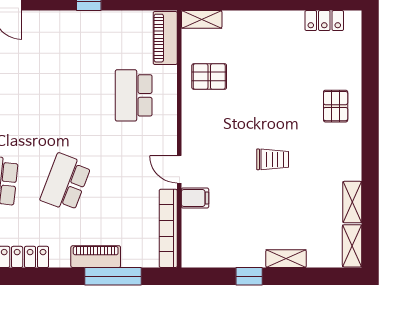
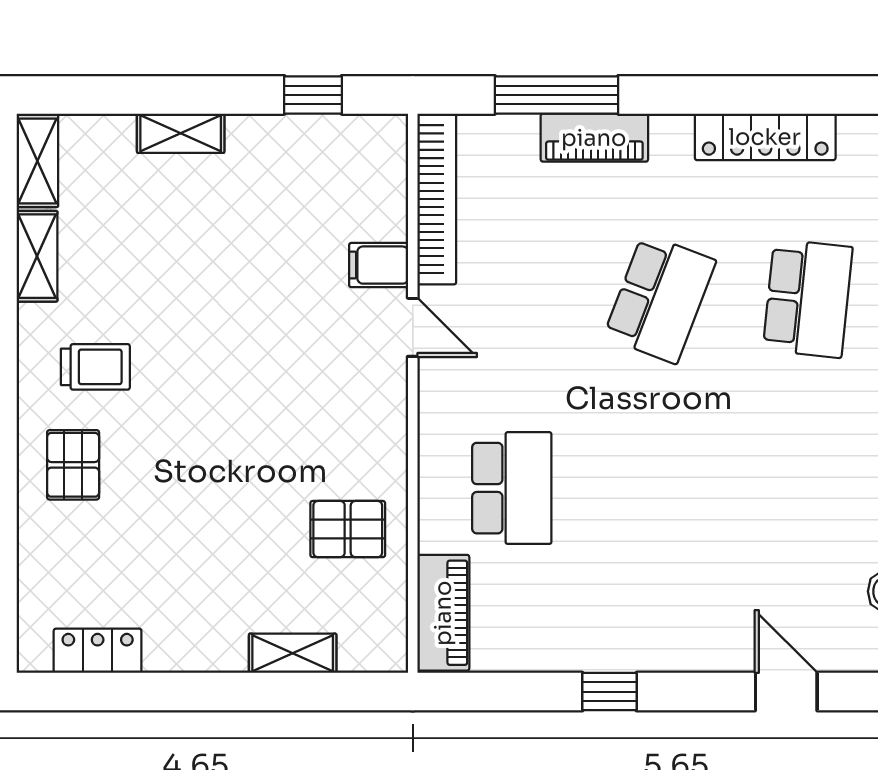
shelving: (202, 19) -> (293, 653), moved
trolley: (273, 159) -> (95, 367), moved, turned 180
window: (249, 276) -> (313, 95), moved

